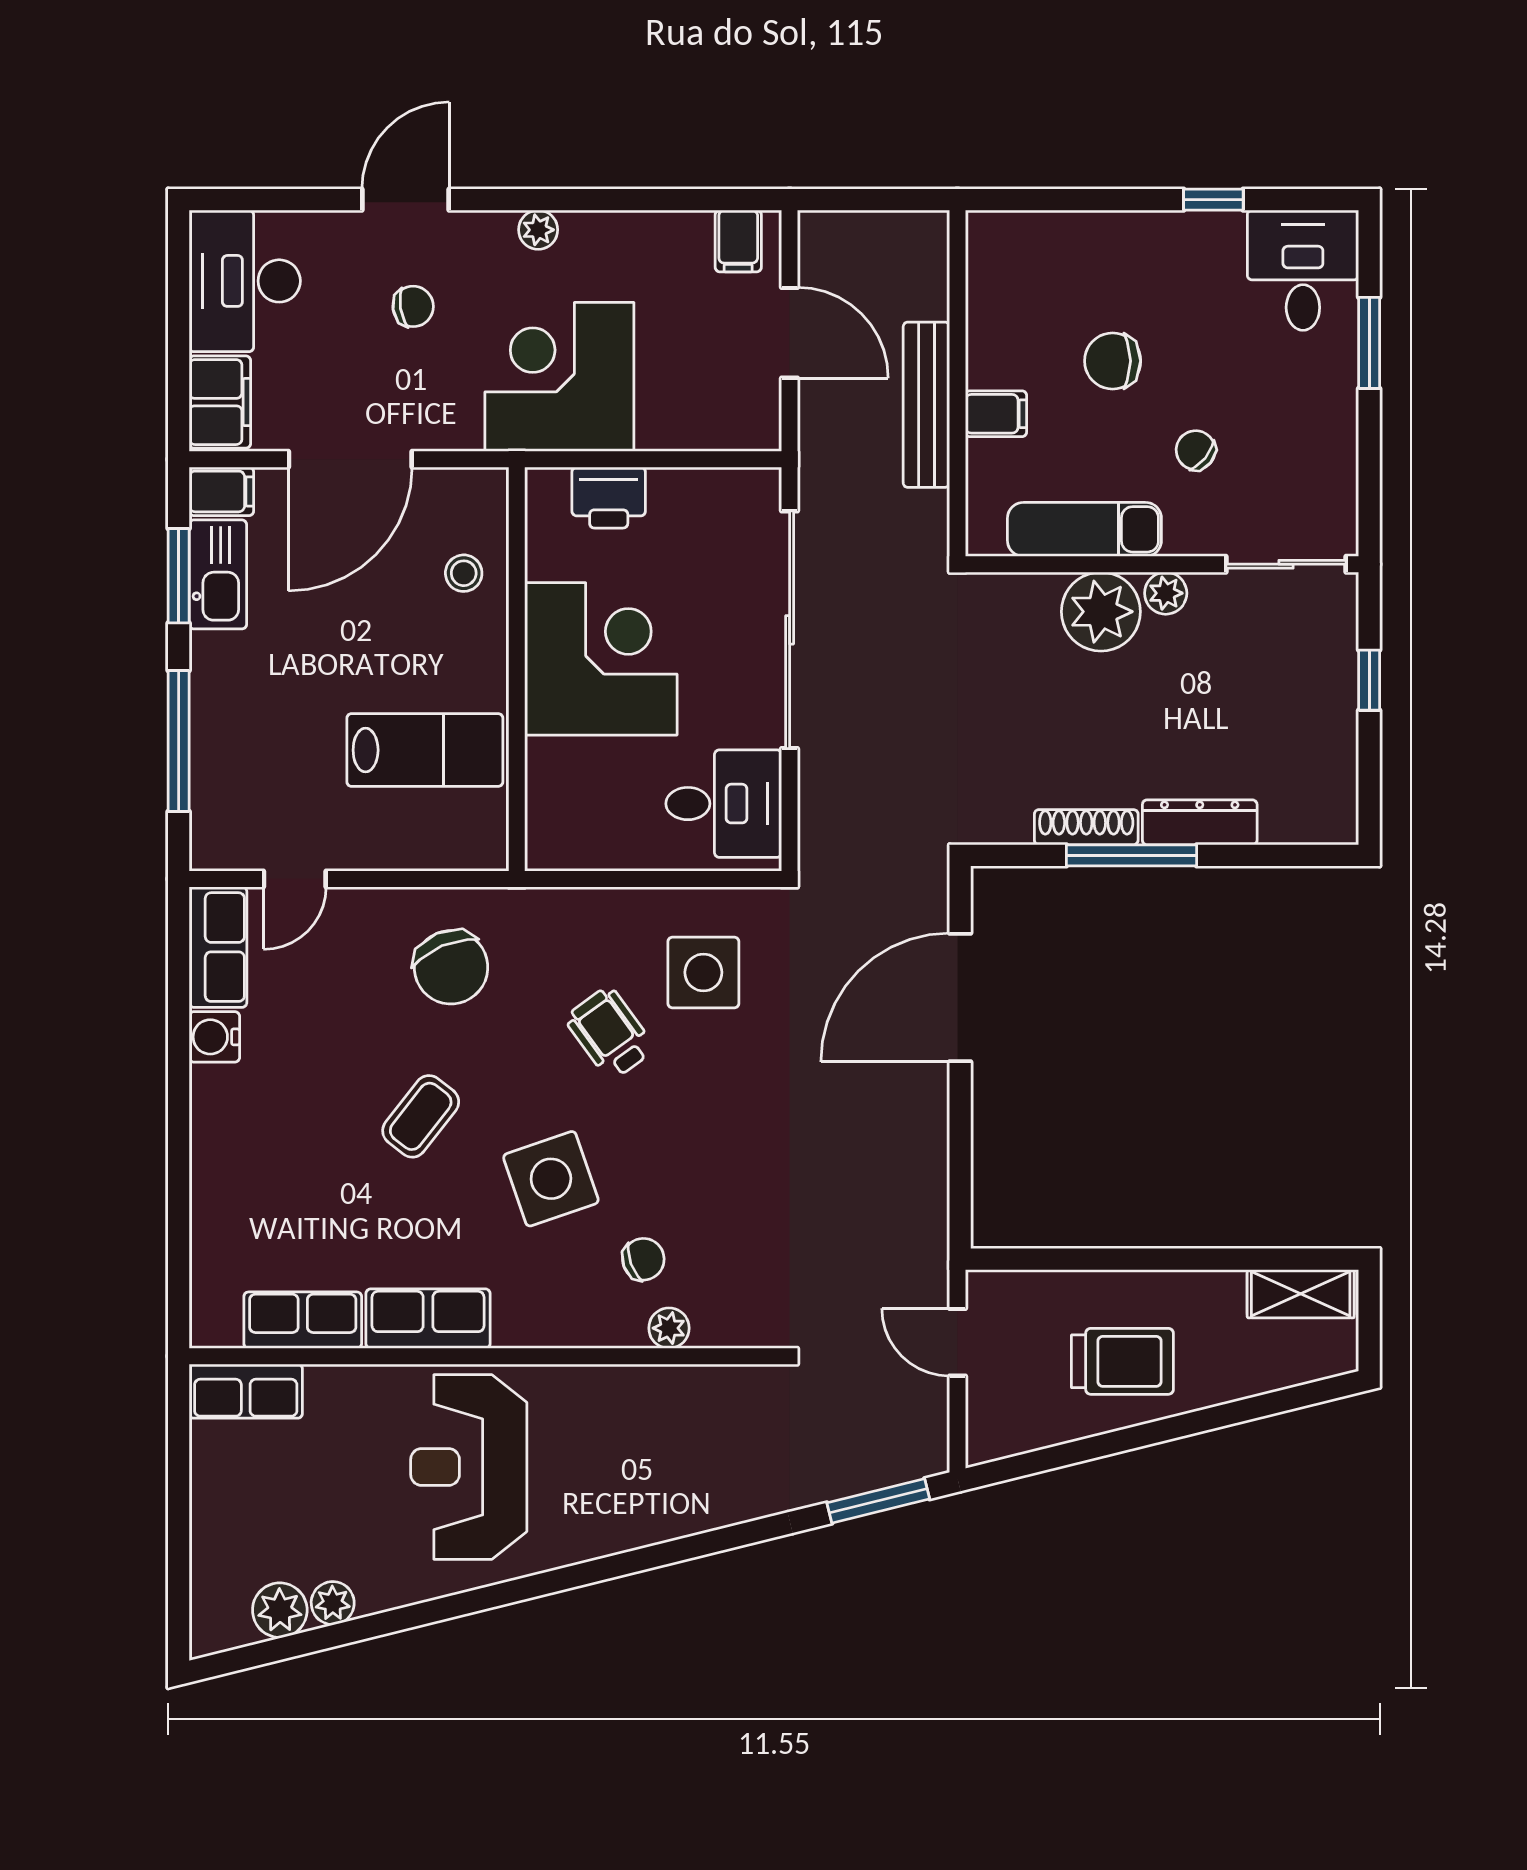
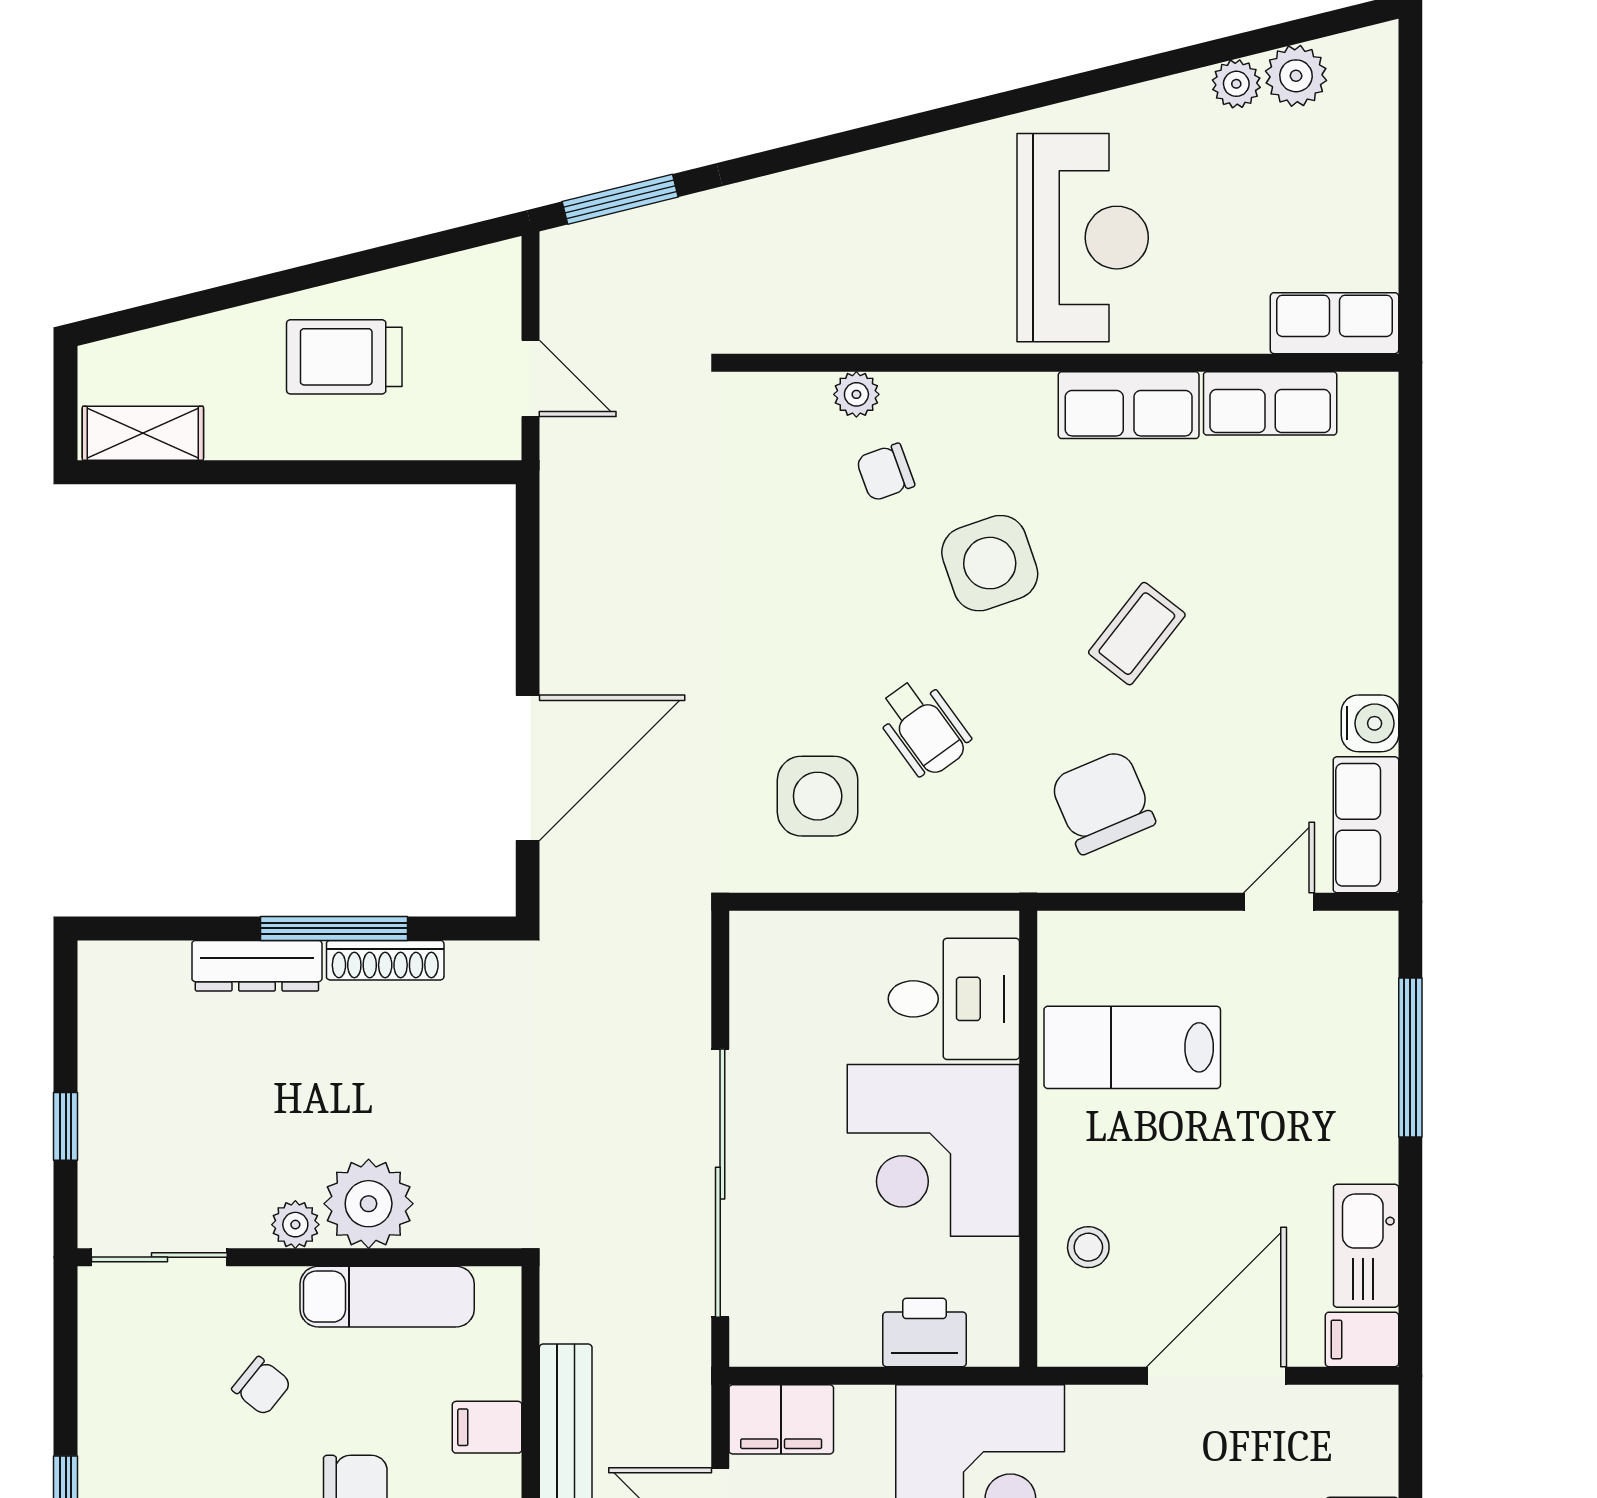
filing cabinet: (220, 402) -> (781, 1419), moved, turned -90
window: (179, 576) -> (1410, 1244), removed
desk: (724, 804) -> (954, 999), moved, turned 180

